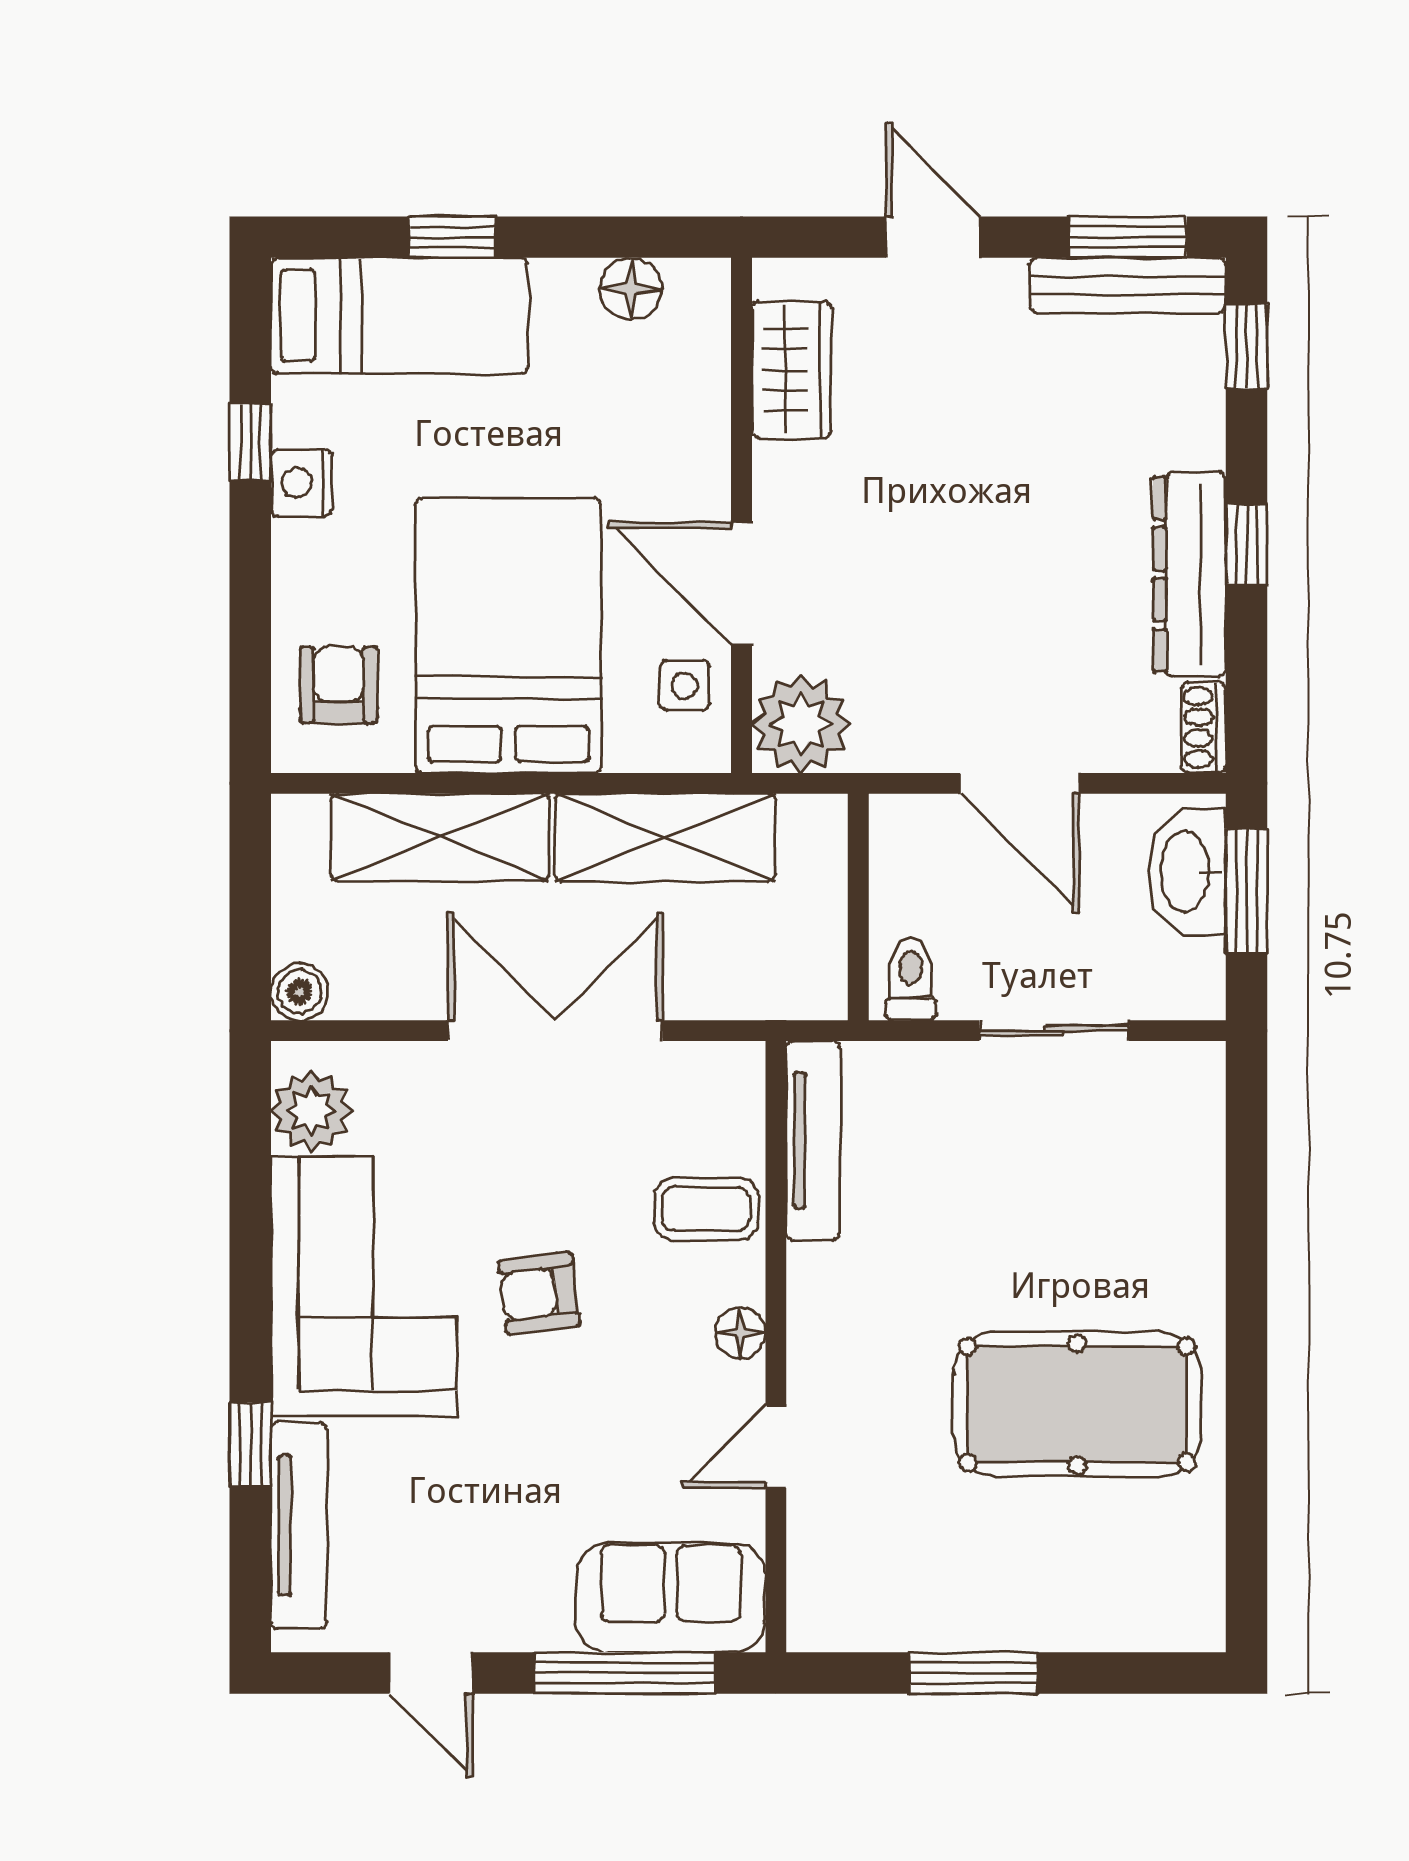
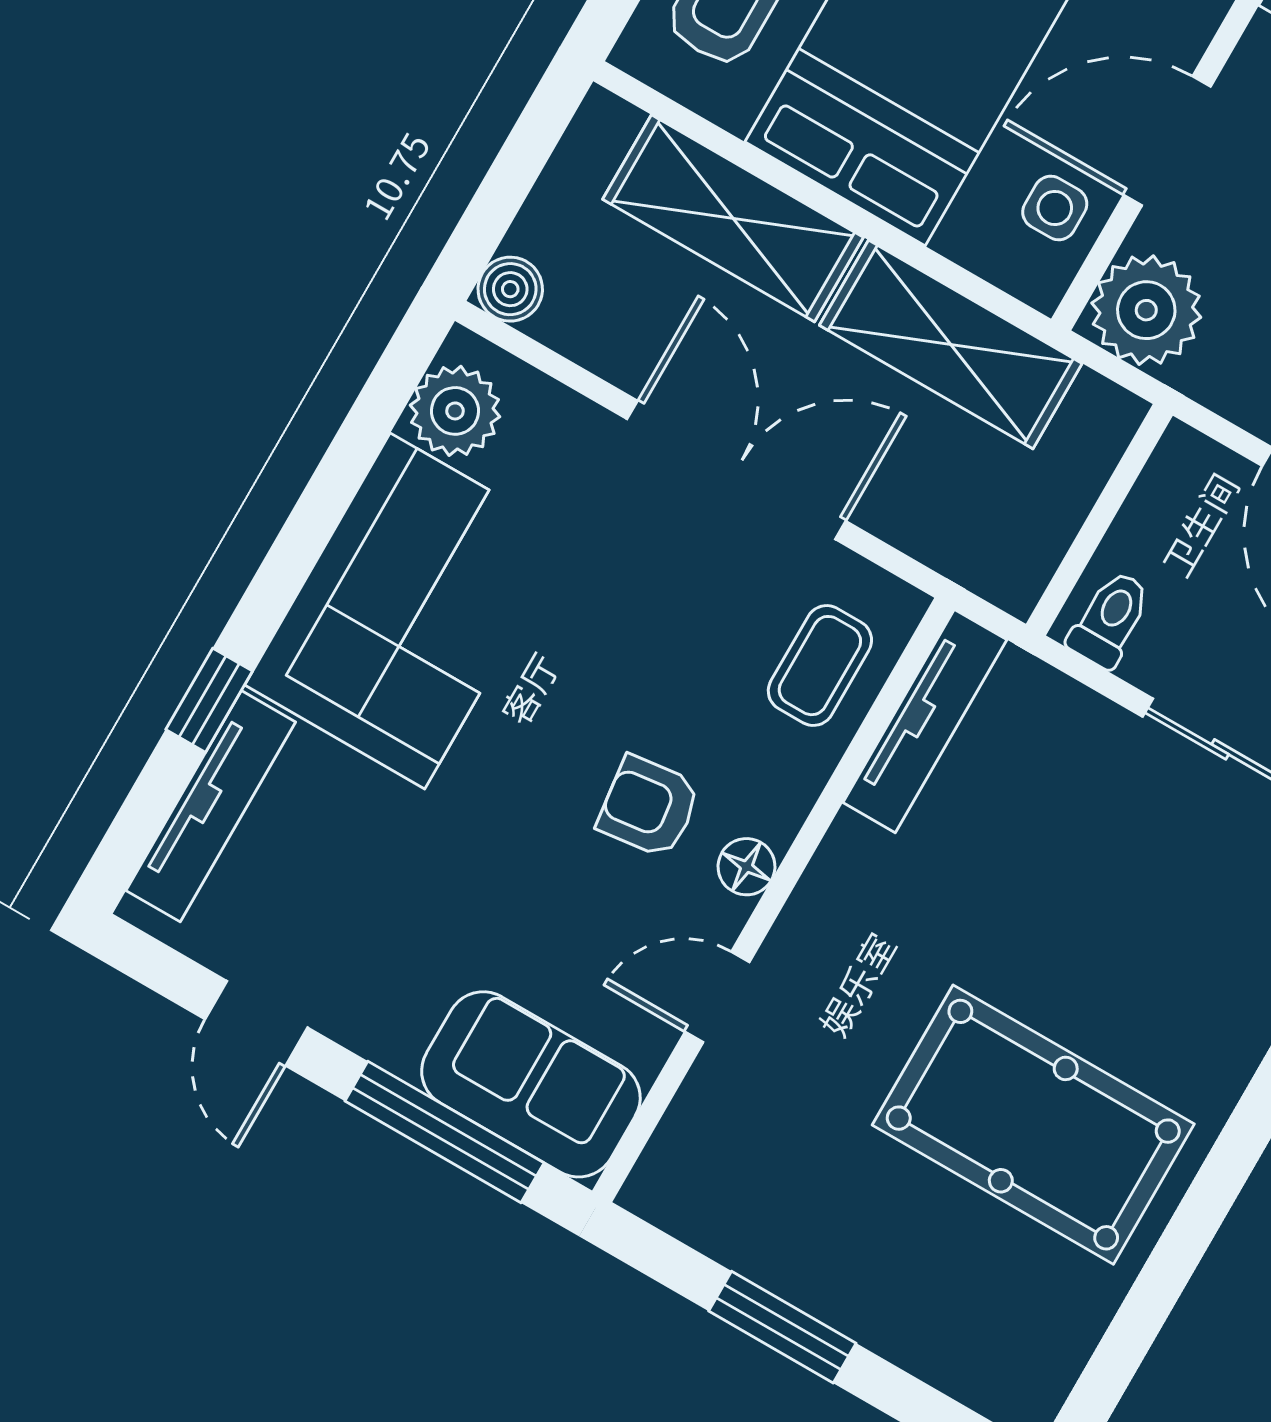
door: (741, 584) -> (1167, 141), hinge flipped
coffee table: (706, 1209) -> (820, 666), moved, turned 90
armchair: (539, 1293) -> (649, 807), moved

